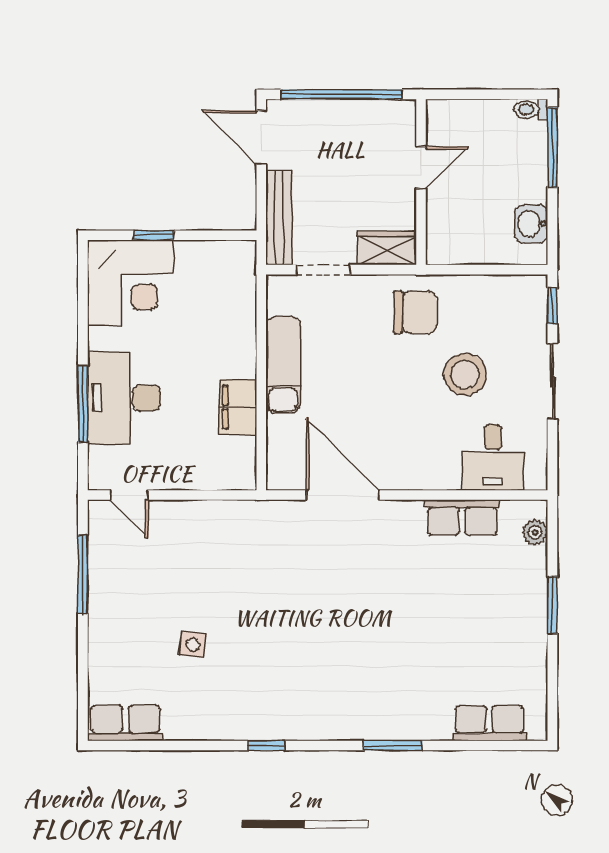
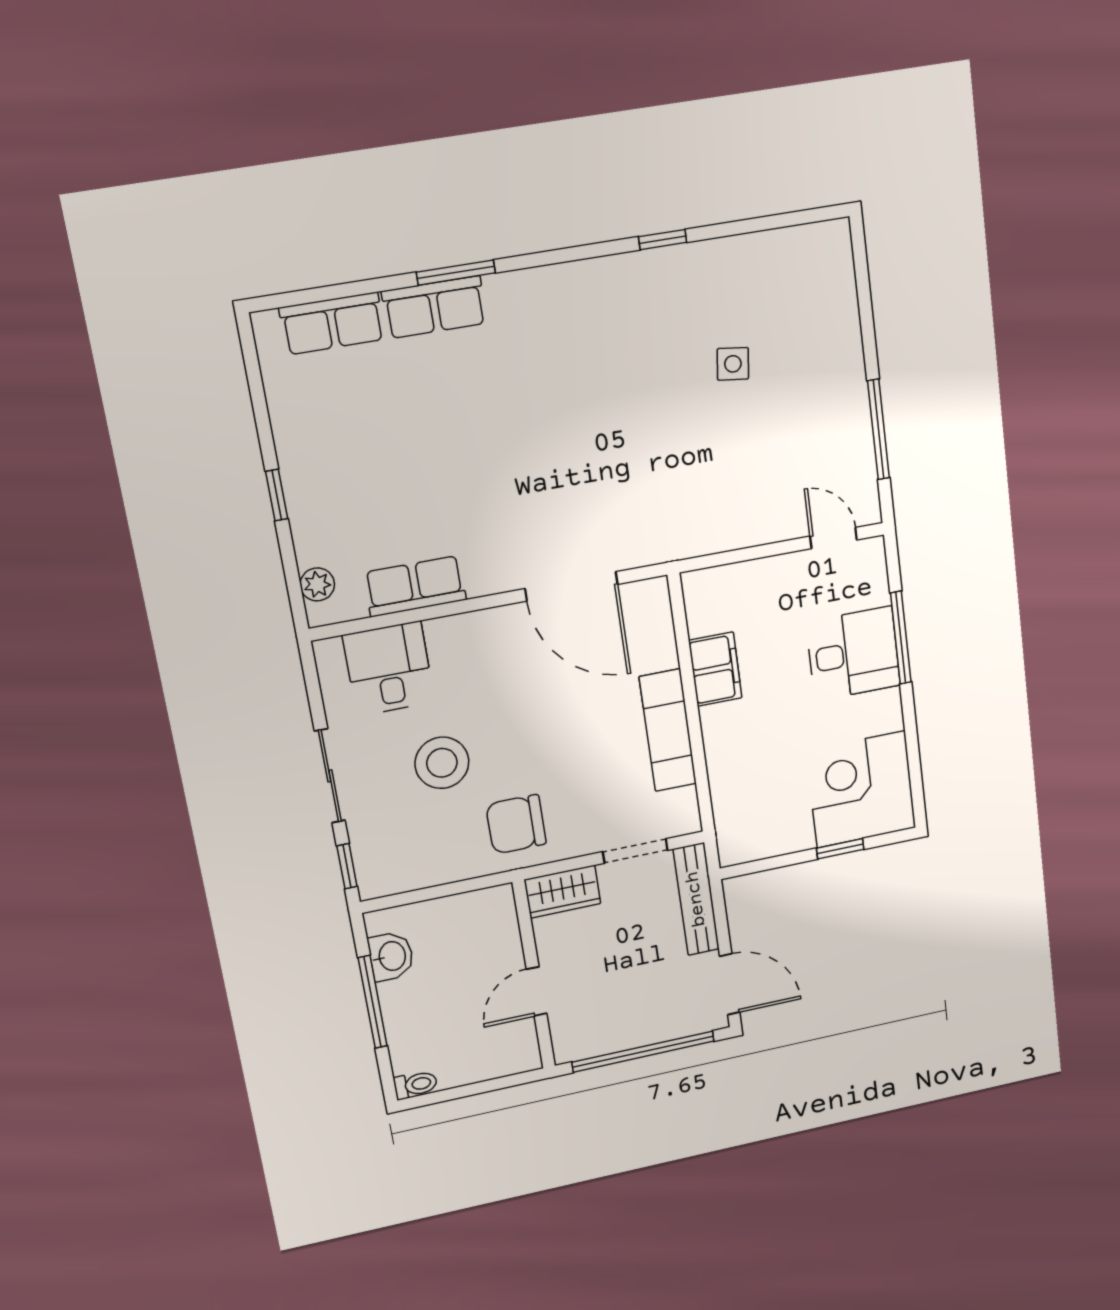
window: (552, 147) -> (373, 1002), moved
desk: (124, 398) -> (853, 654), width x0.73
window: (552, 605) -> (277, 495), width x0.67
row of seats: (125, 723) -> (434, 307), moved
window: (266, 745) -> (663, 240), moved

